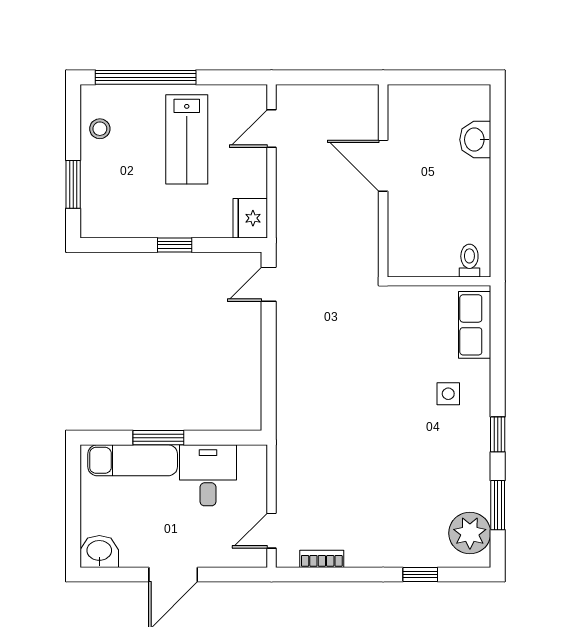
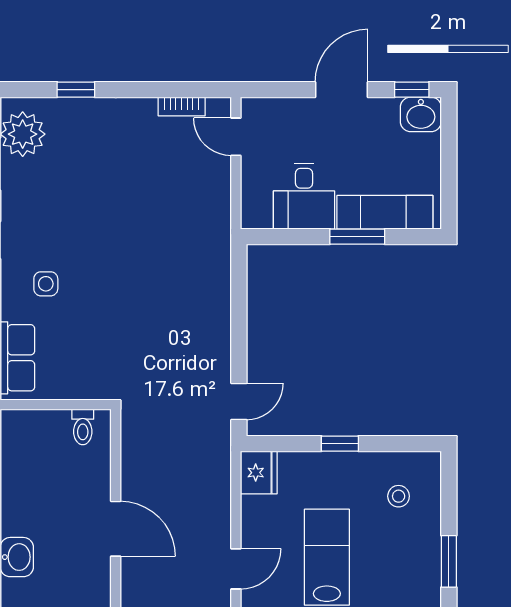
stool: (100, 129) -> (399, 496), moved
window: (73, 184) -> (449, 561), moved
toilet: (469, 261) -> (83, 427), moved
door: (271, 531) -> (236, 137), swing flipped
window: (108, 575) -> (412, 90), added

